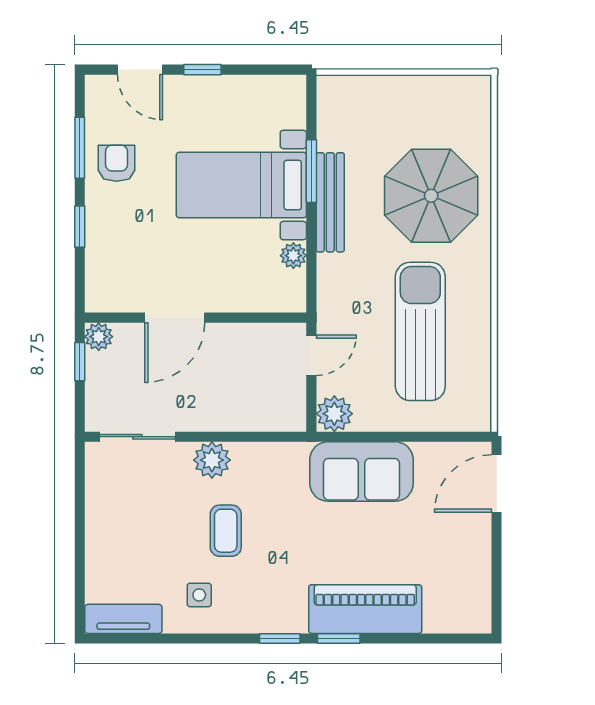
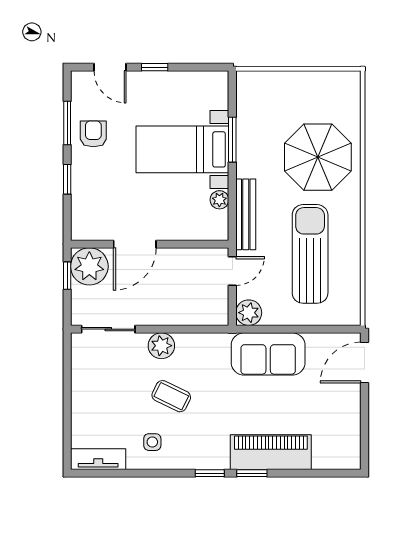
bench: (330, 202) -> (246, 214), moved
plant: (99, 337) -> (89, 266), width x1.88, depth x1.88
coffee table: (226, 531) -> (171, 396), turned -64

